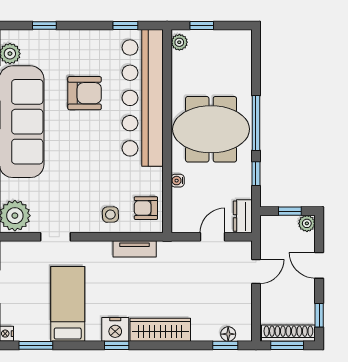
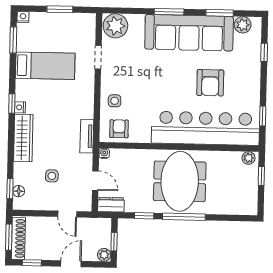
water cooler: (178, 181) -> (104, 153), moved
tv unit: (135, 249) -> (87, 136), moved
side table: (208, 292) -> (52, 176), added
nightstand: (115, 329) -> (20, 107), width x0.53, depth x0.56

